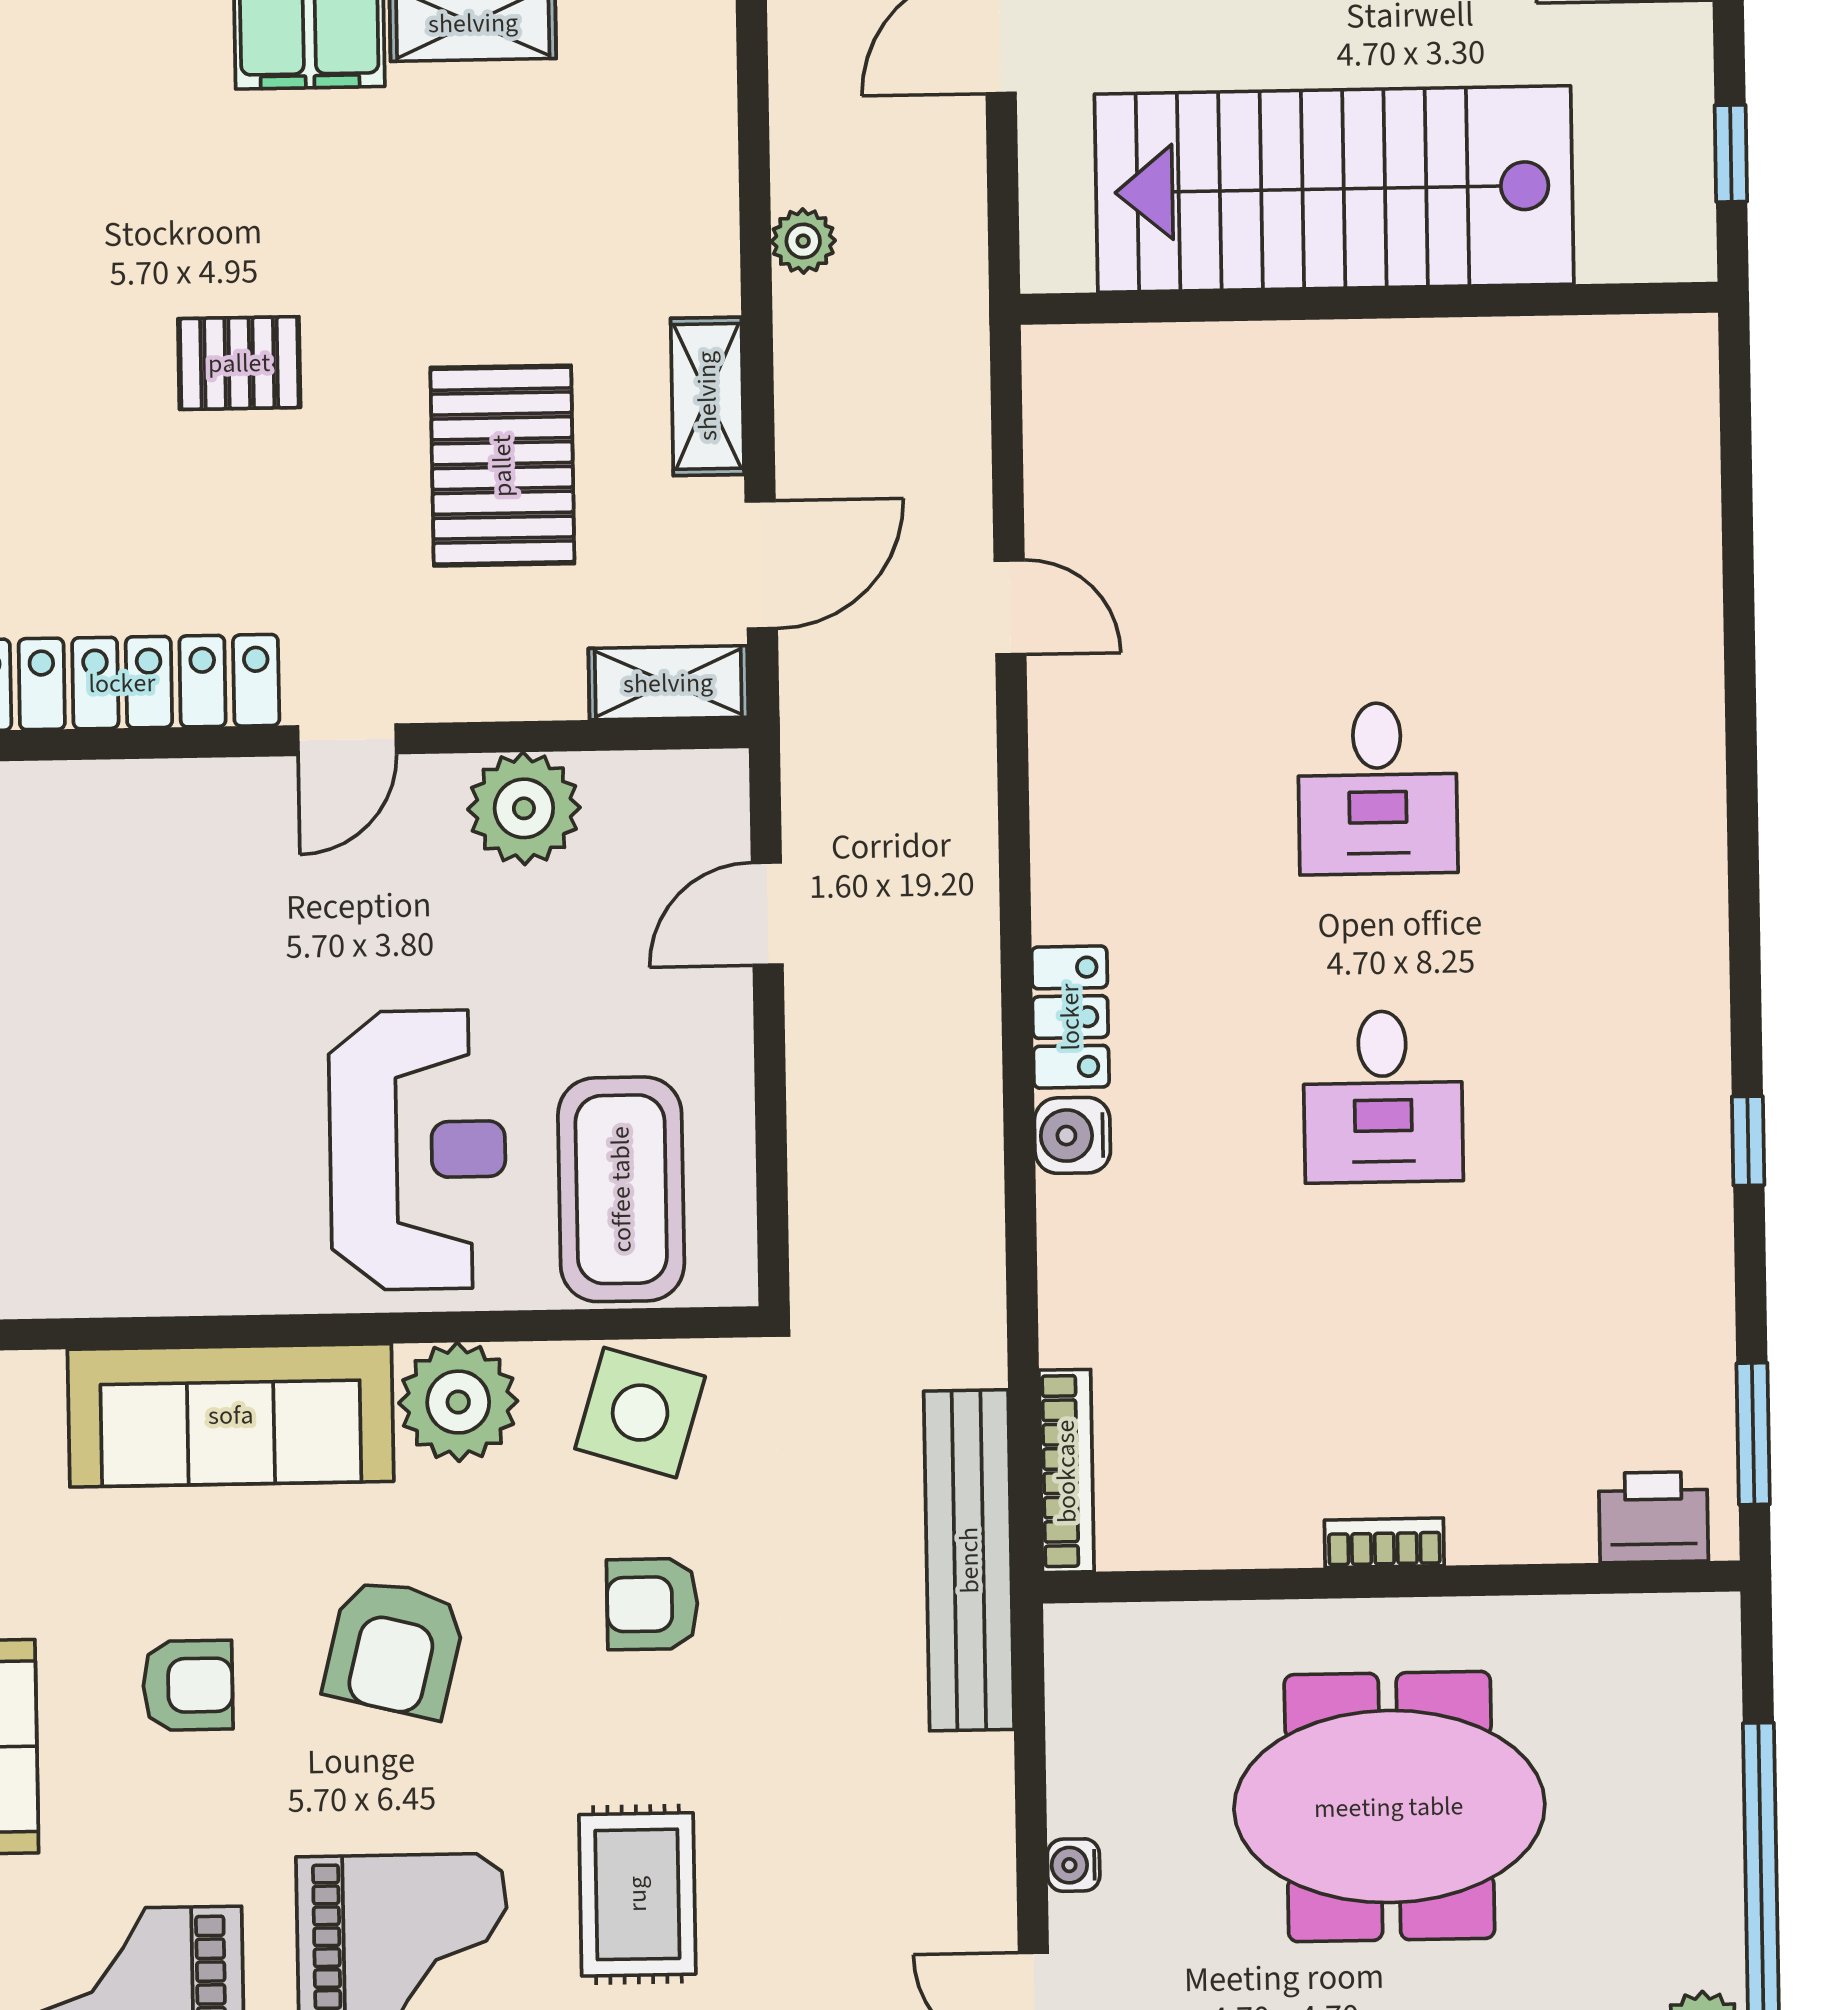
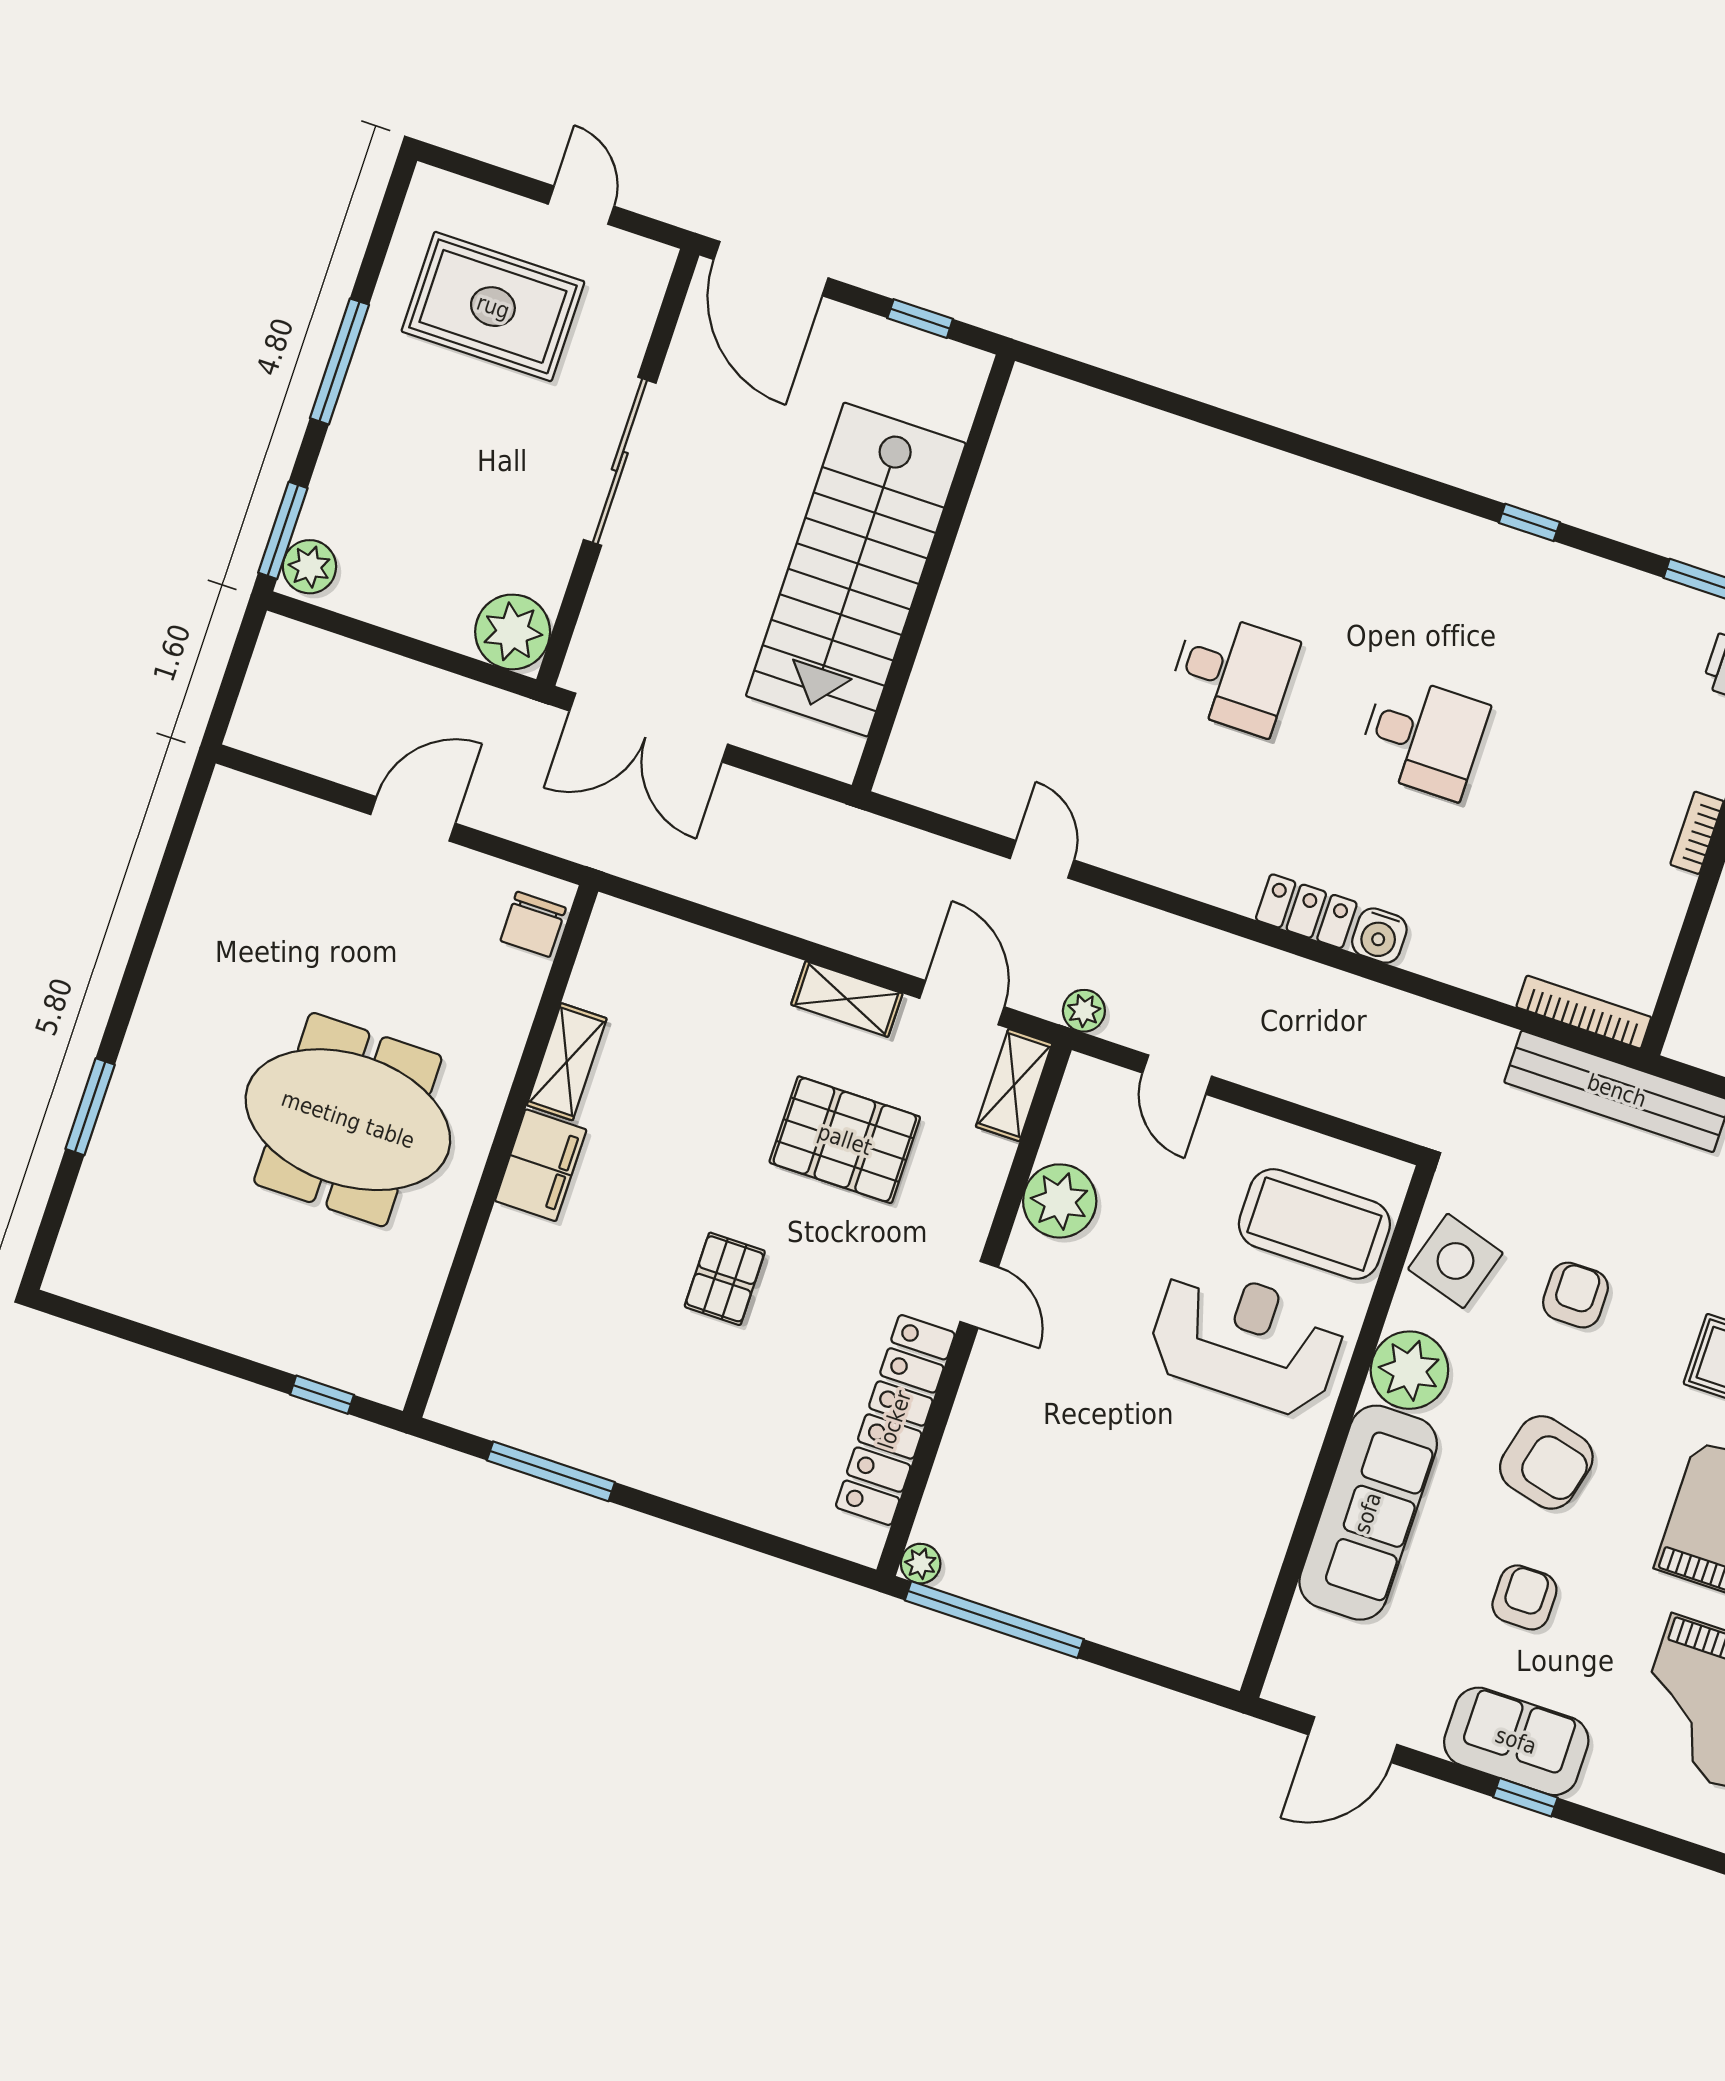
plant: (803, 241) -> (1084, 1011), moved
door: (1010, 607) -> (1042, 859), hinge flipped
armchair: (652, 1604) -> (1575, 1295), turned 180

